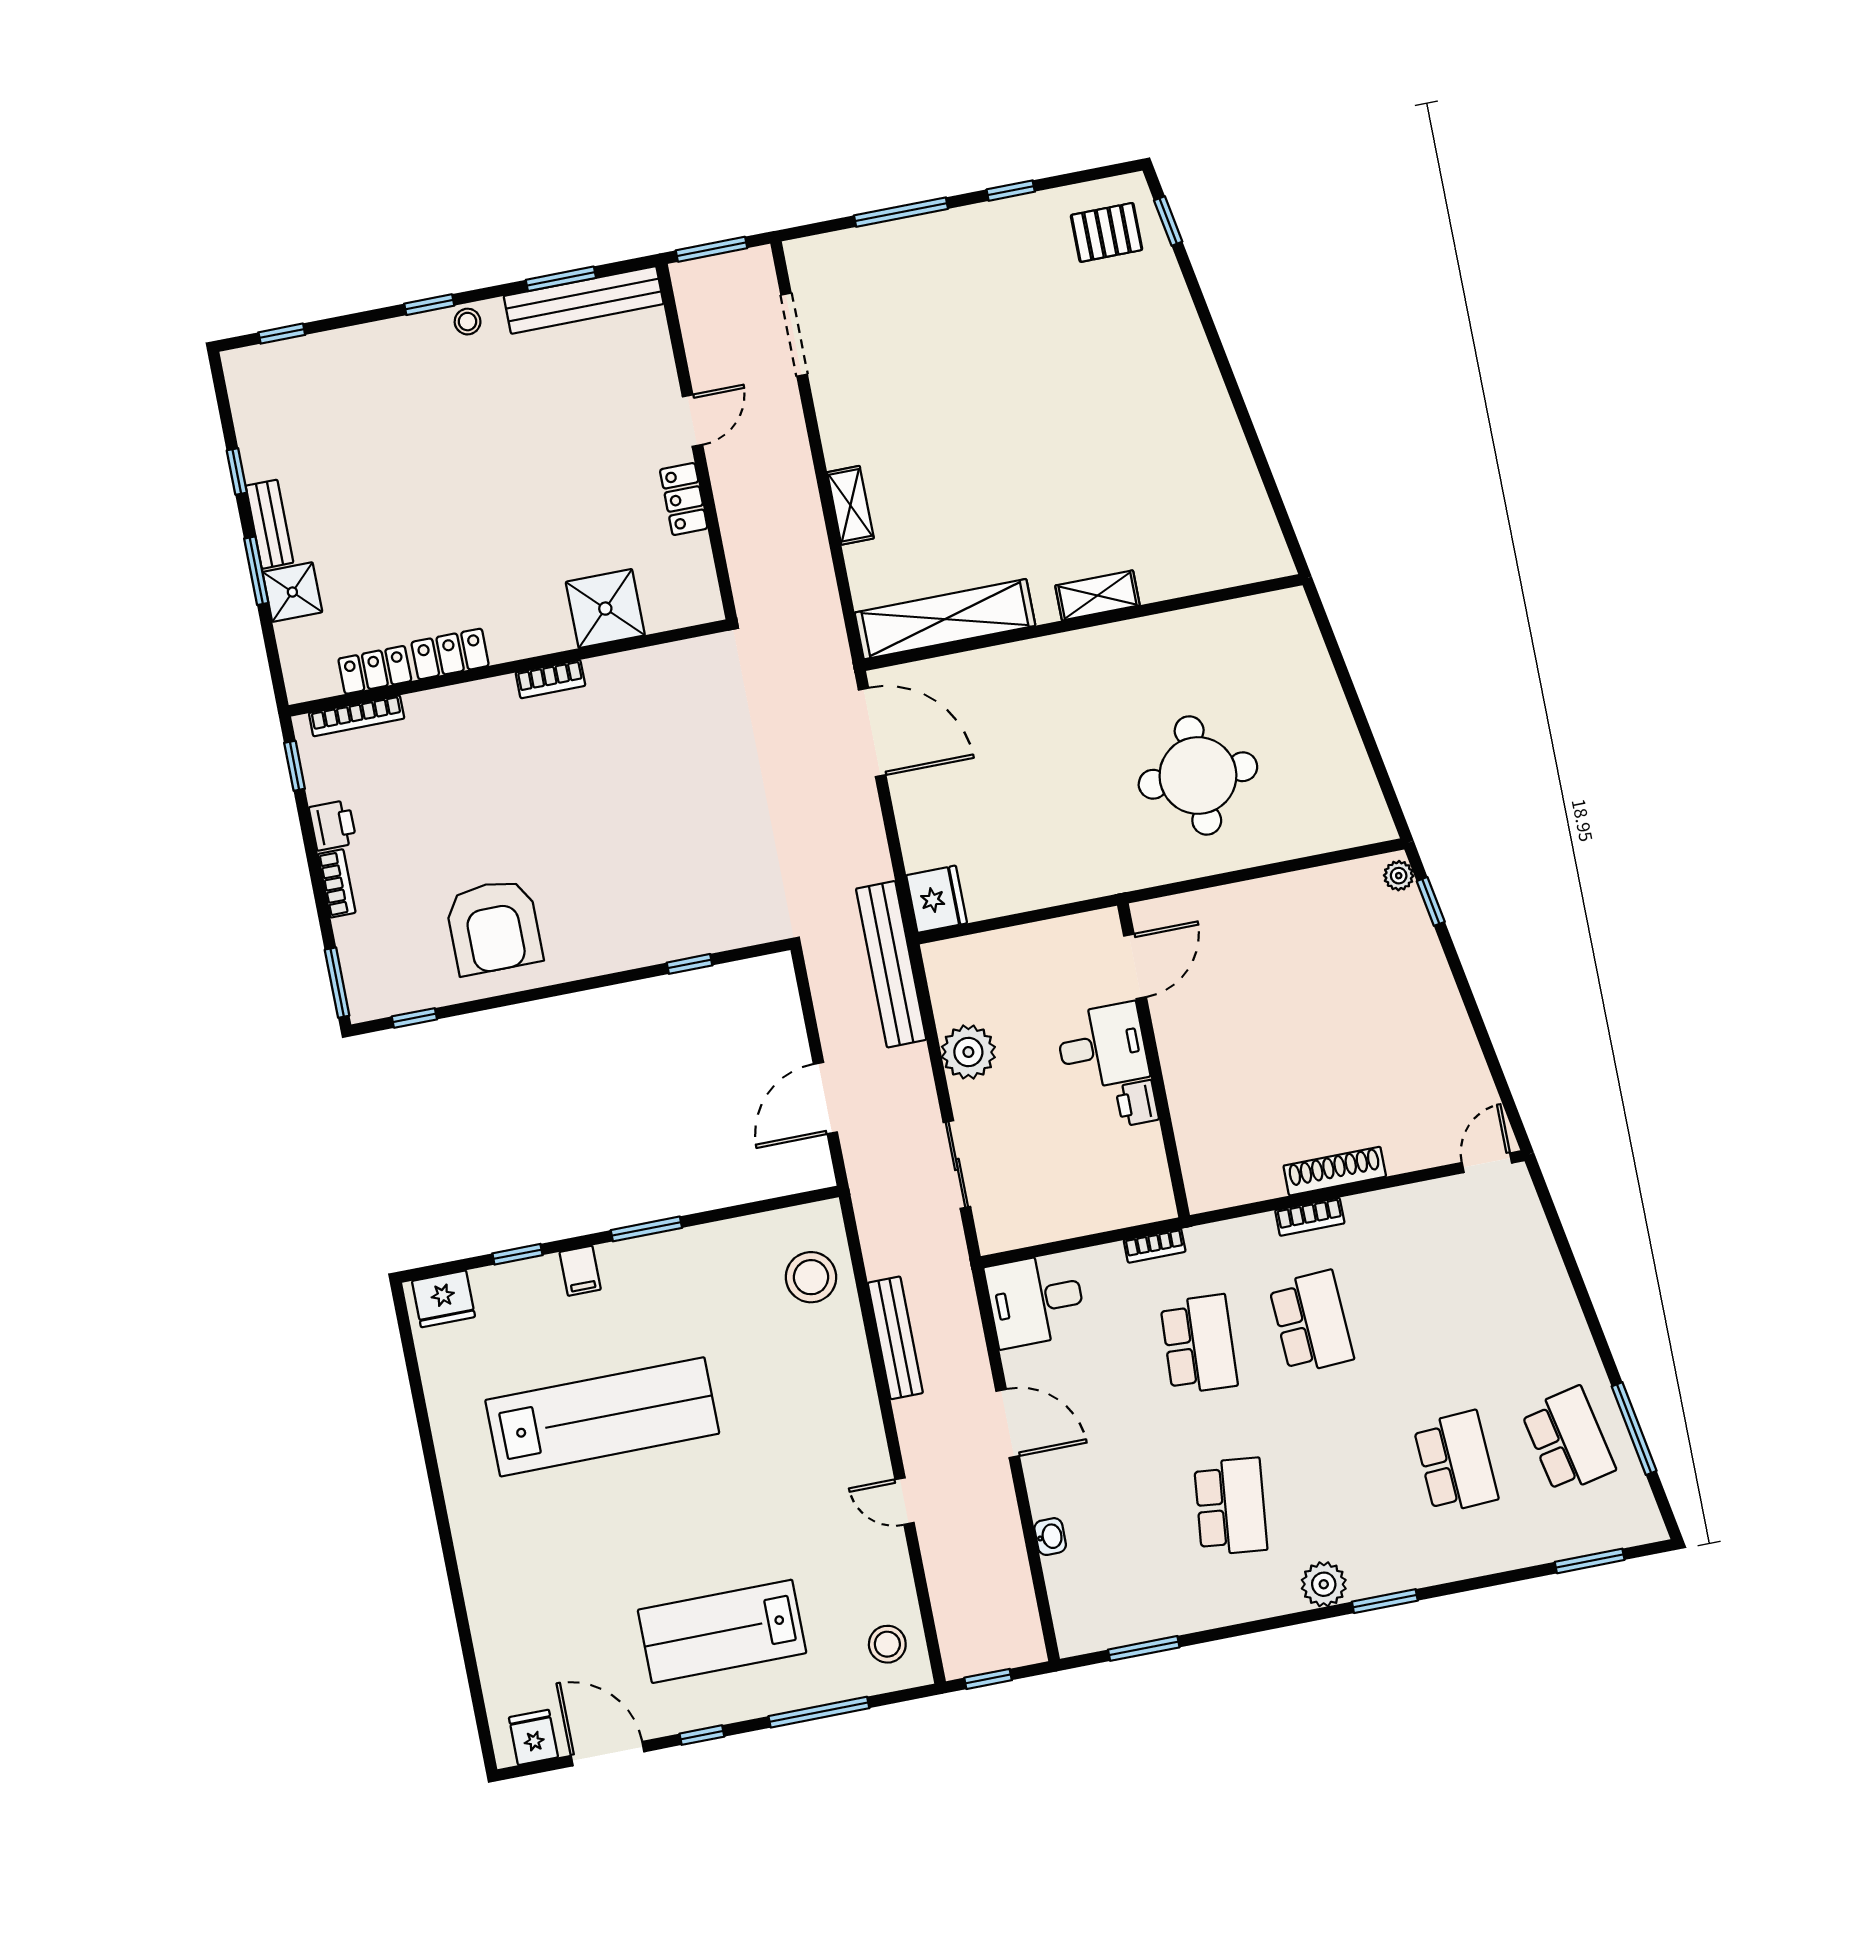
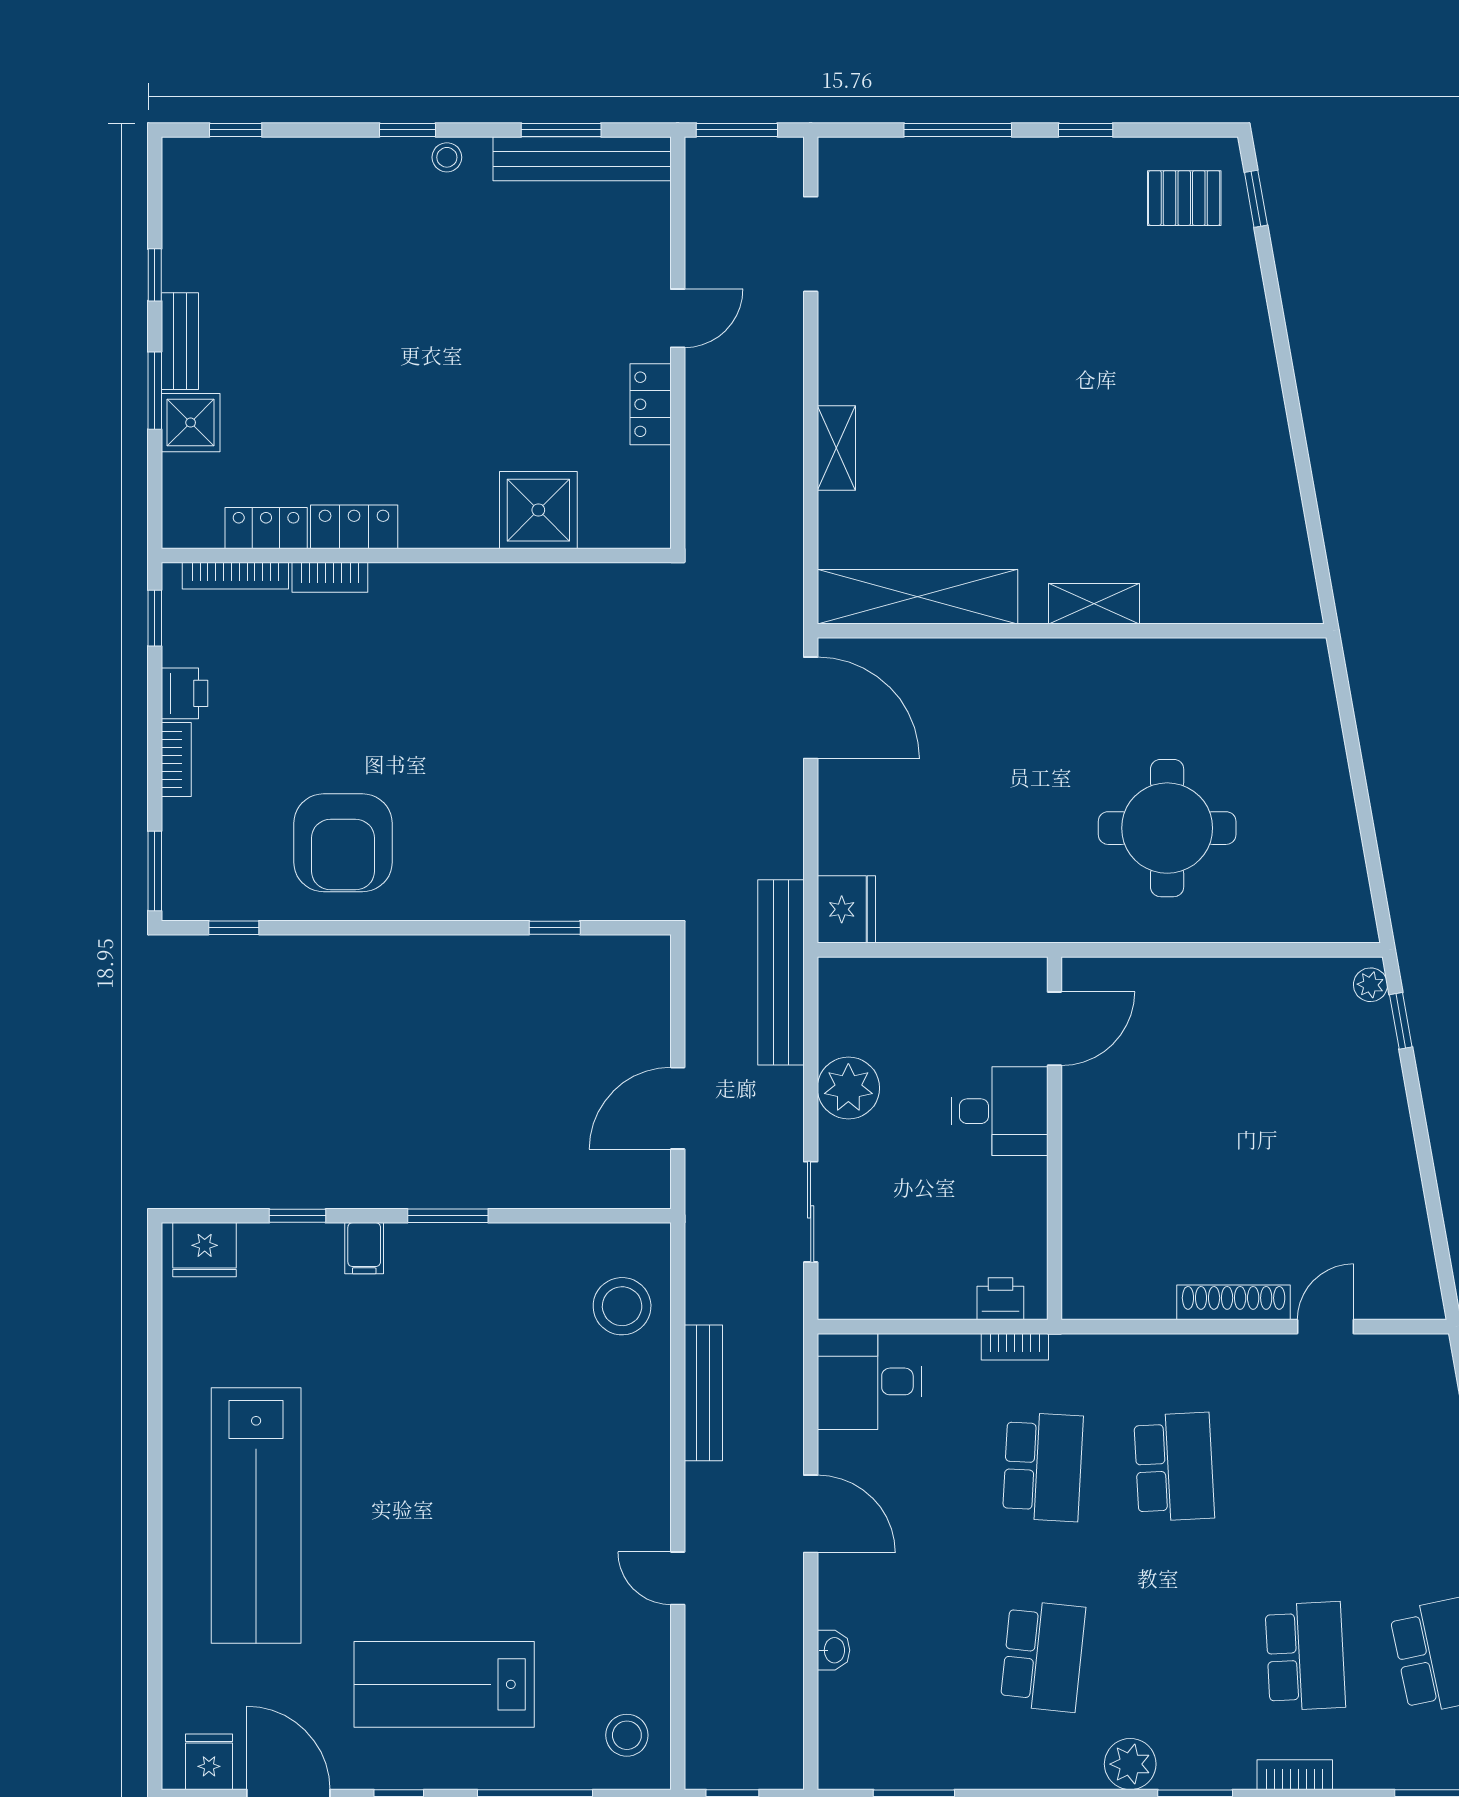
bookcase: (550, 679) -> (330, 577), moved
printer: (1137, 1103) -> (1000, 1299), moved, turned 90
door: (1487, 1163) -> (1325, 1327), moved
bookcase: (1310, 1217) -> (1295, 1775), moved, turned 180
lab bench: (602, 1417) -> (256, 1515), moved, turned 90

